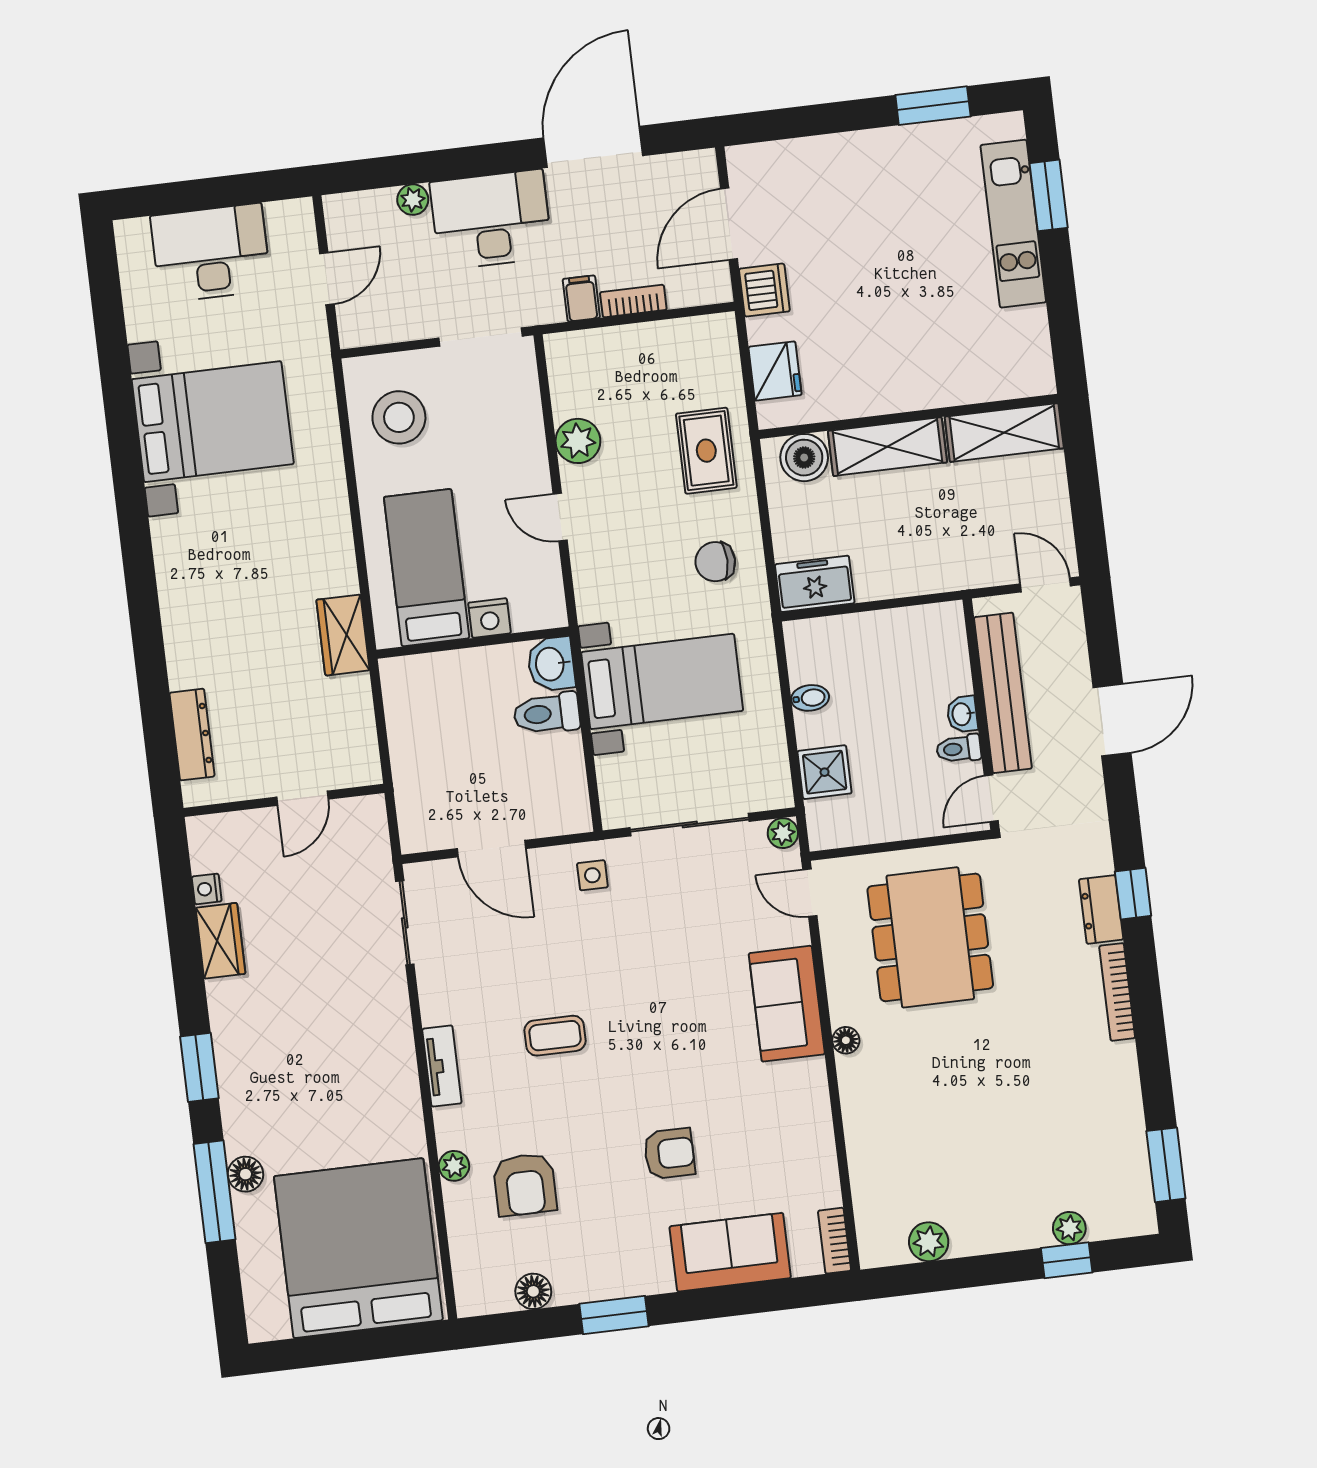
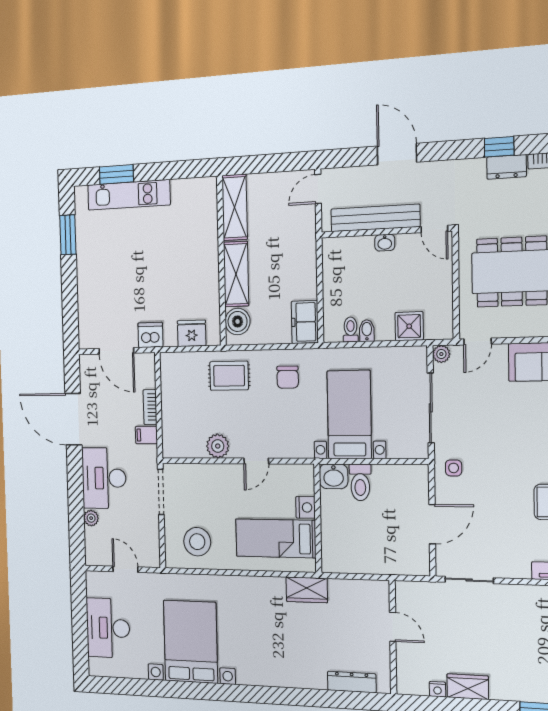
toilet: (959, 749) -> (351, 330), moved, turned 180

